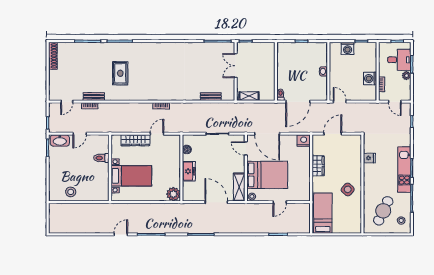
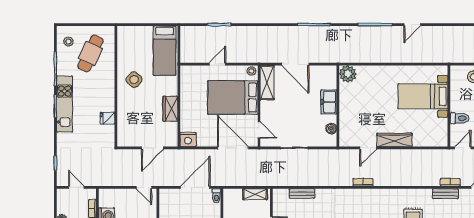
toilet: (101, 158) -> (460, 118), moved
wall: (110, 168) -> (449, 106), moved
bed with nightstands: (131, 176) -> (423, 96), moved

